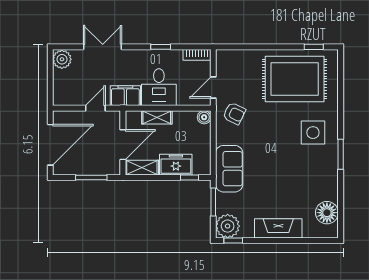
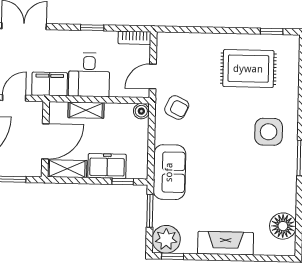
rug: (295, 79) -> (248, 69), width x0.73, depth x0.69

